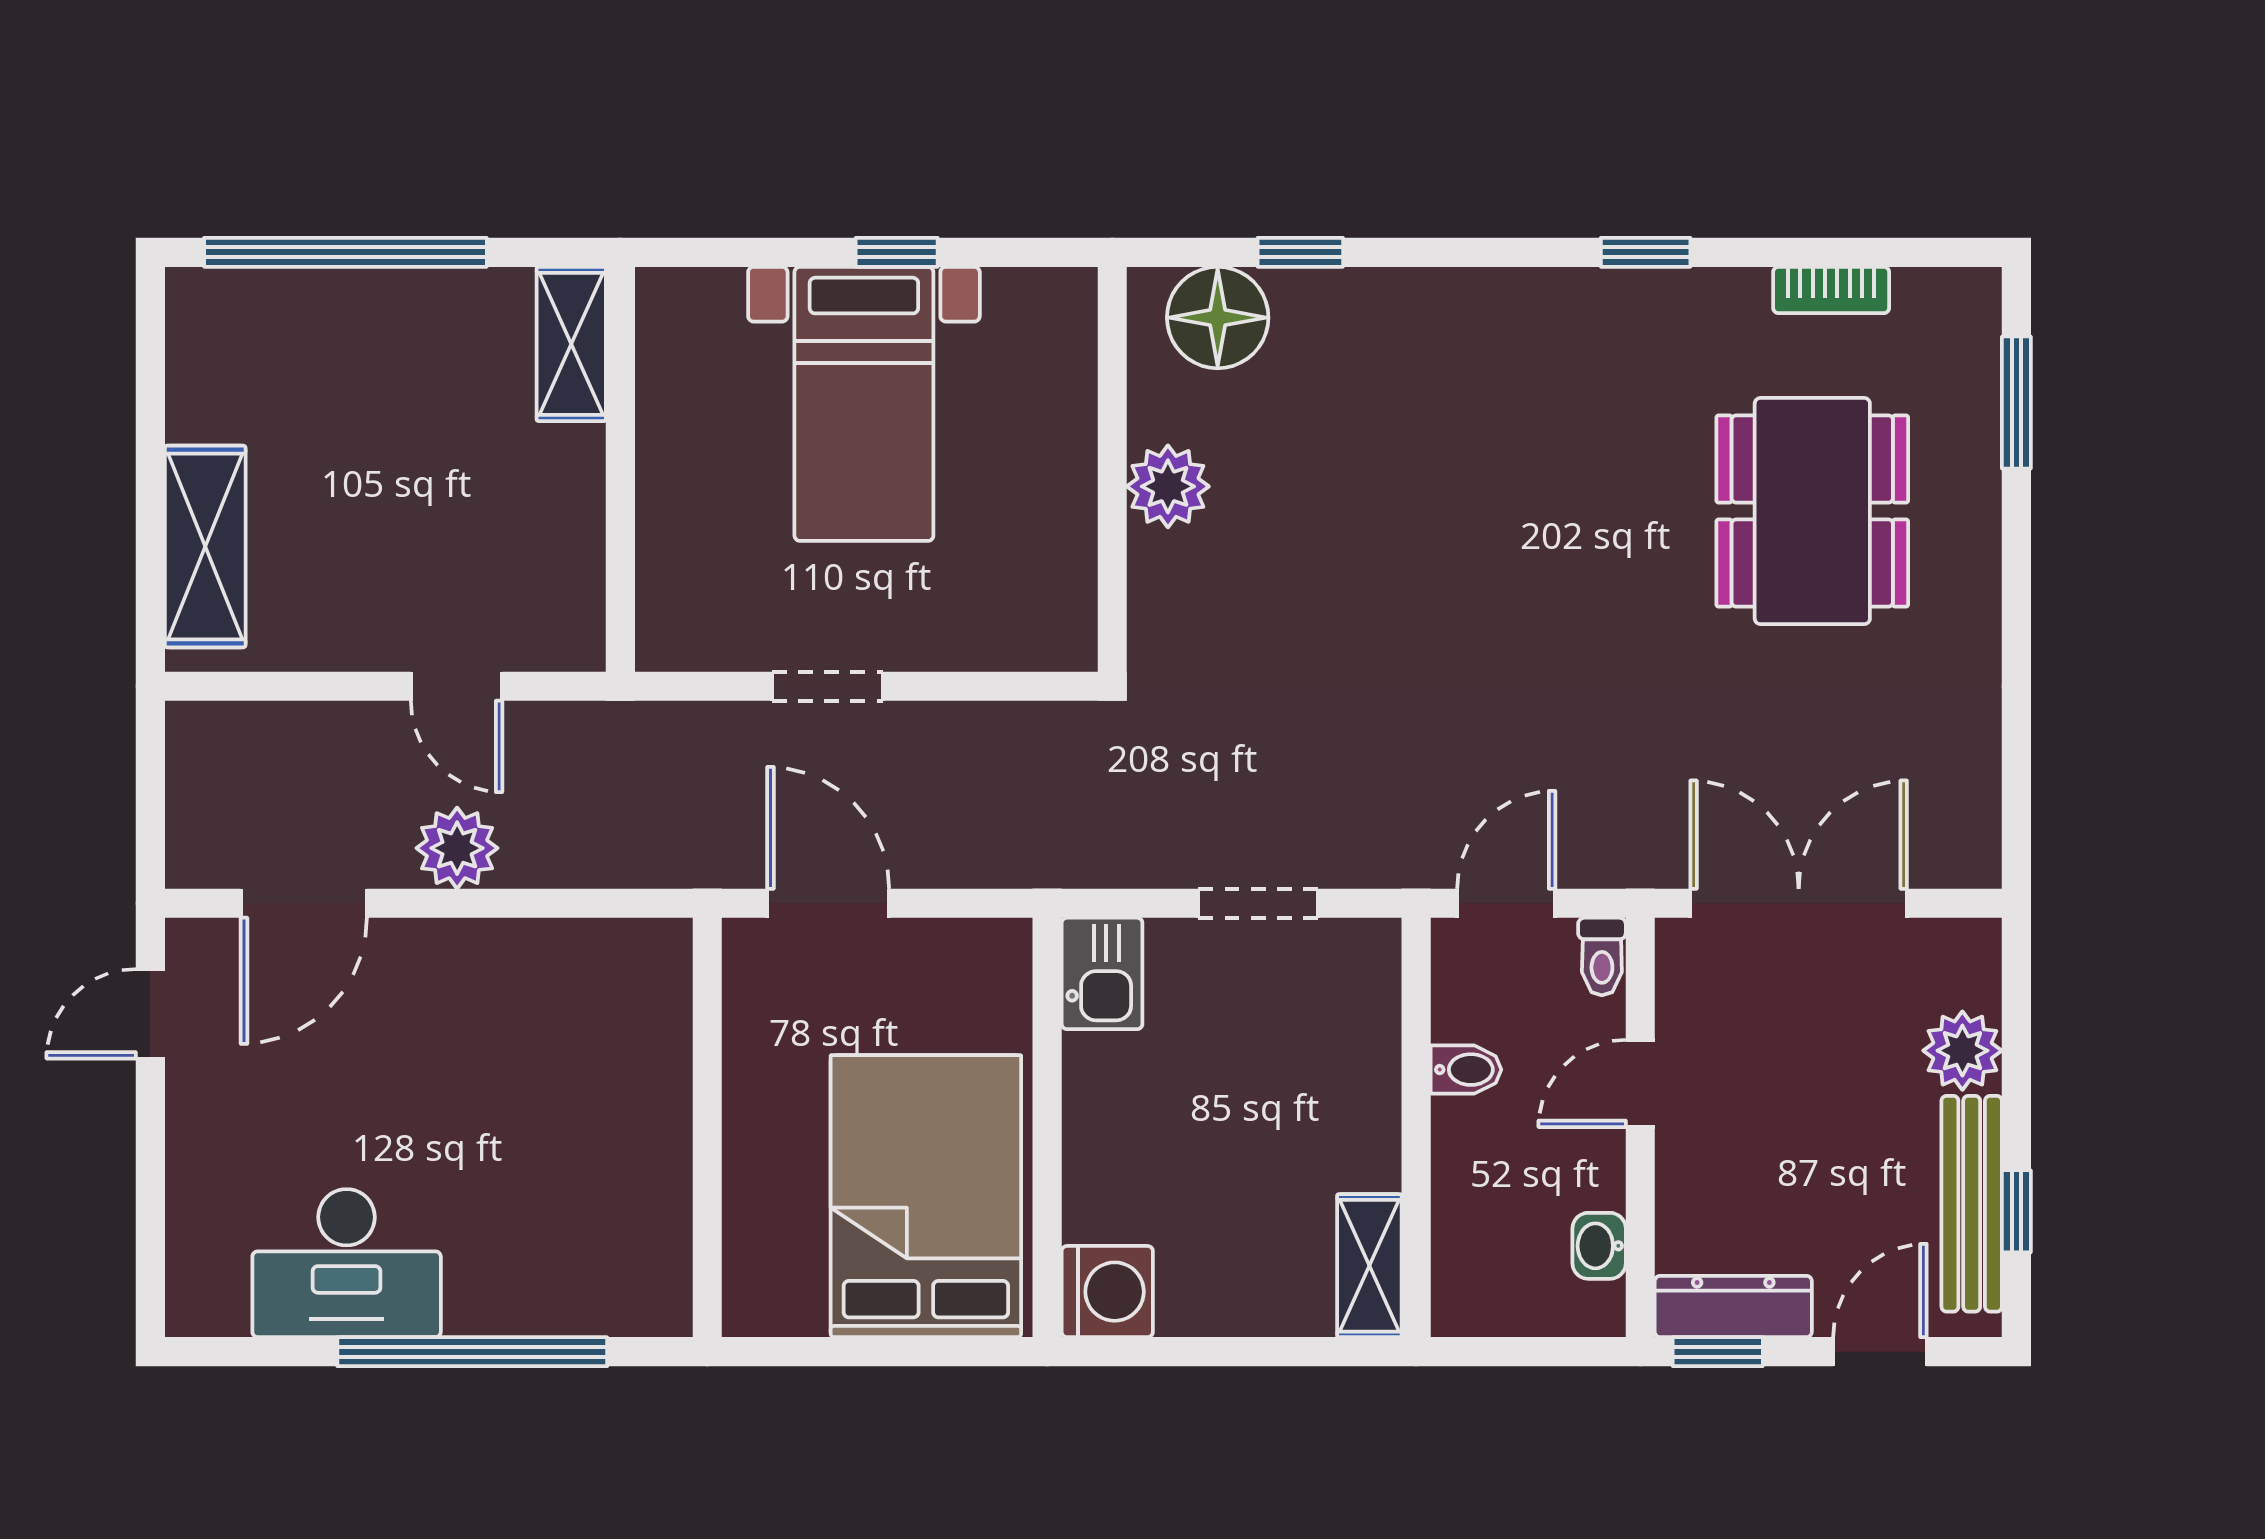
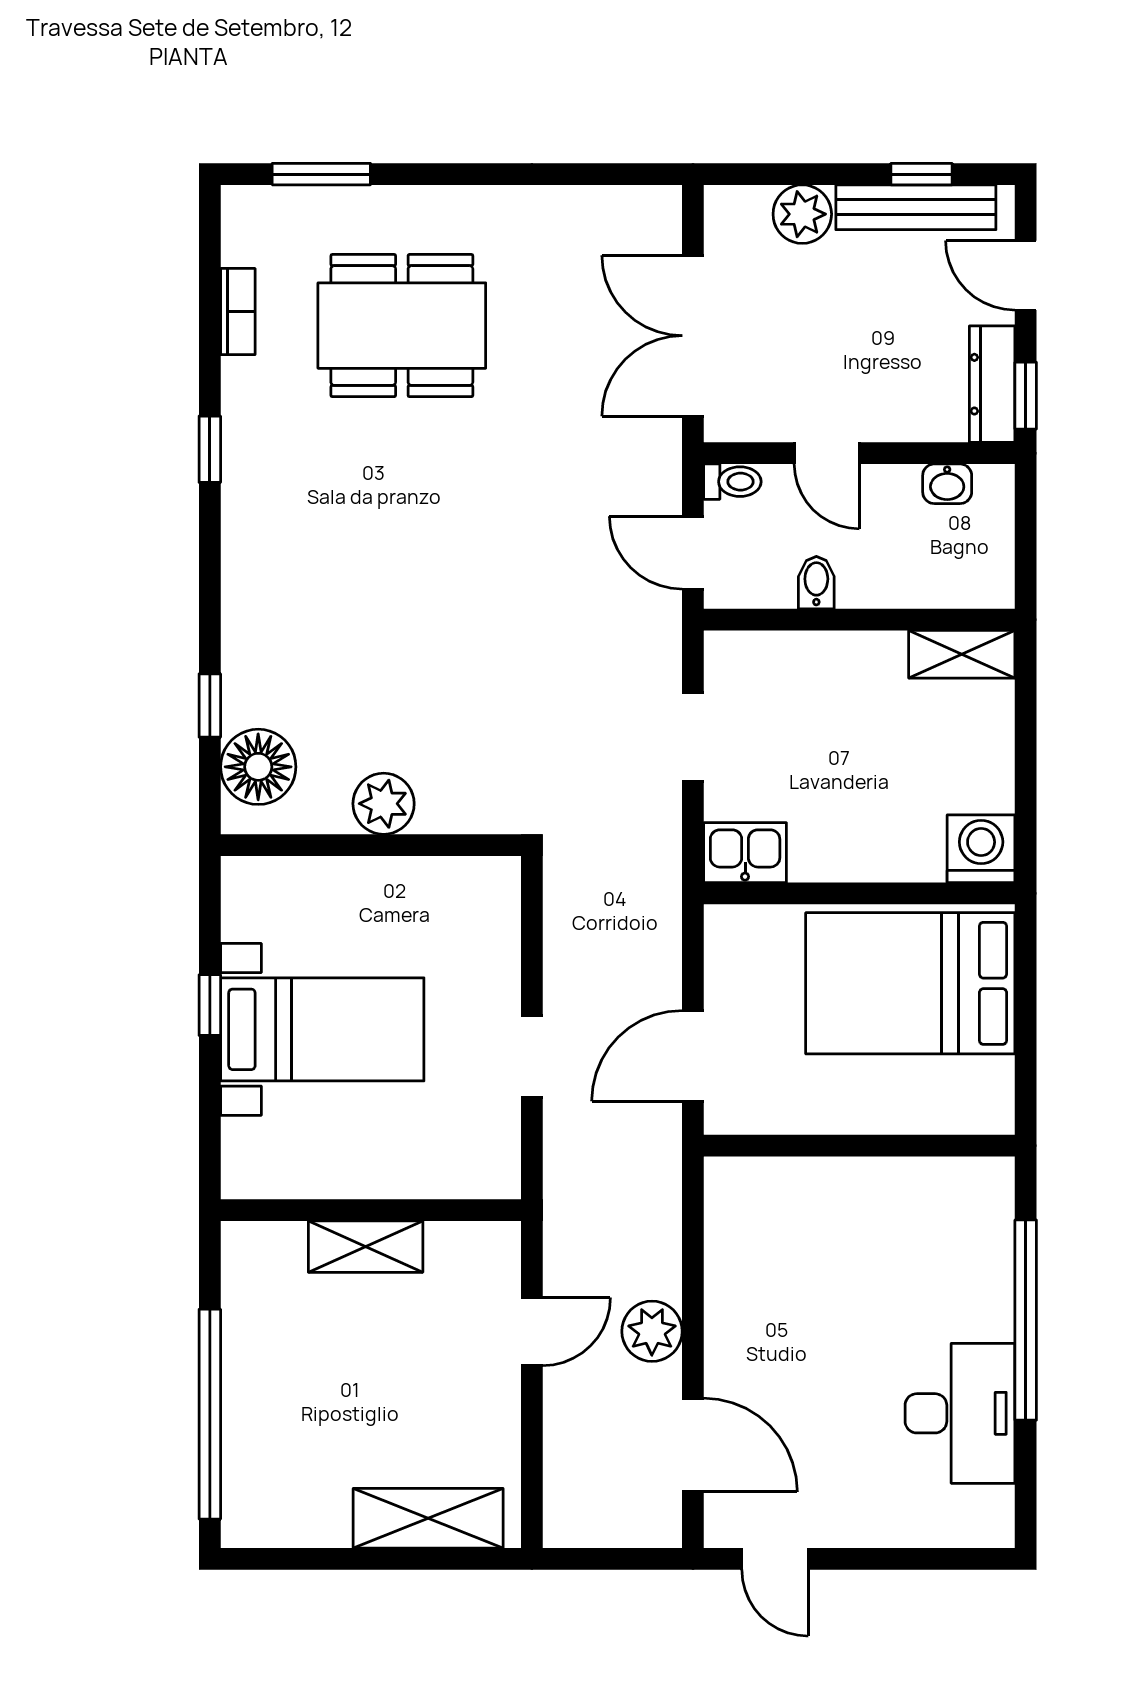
shelving: (571, 344) -> (366, 1247), moved

